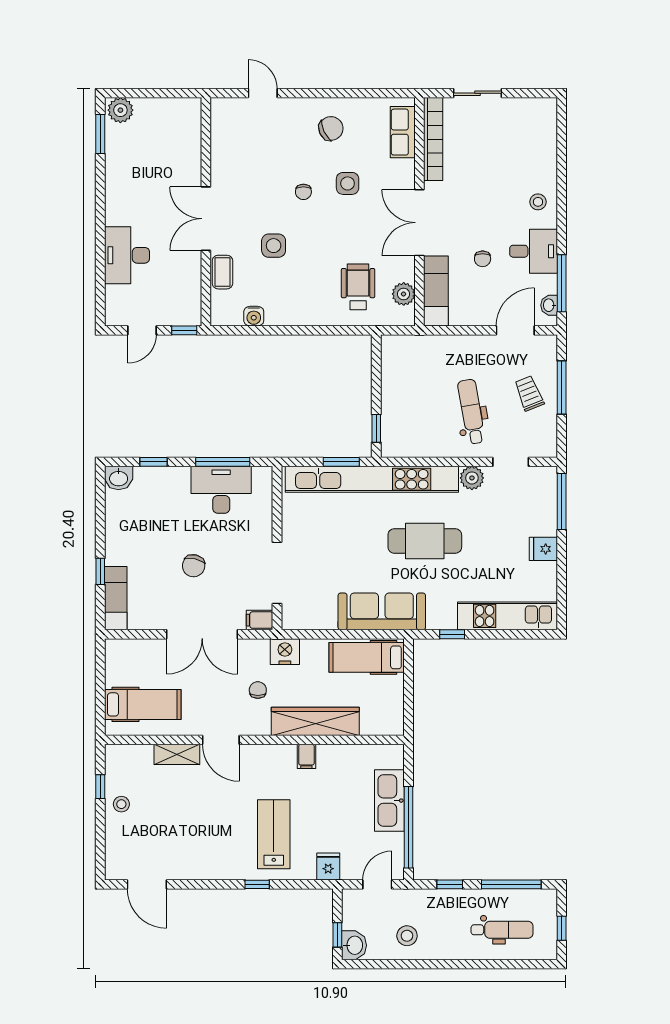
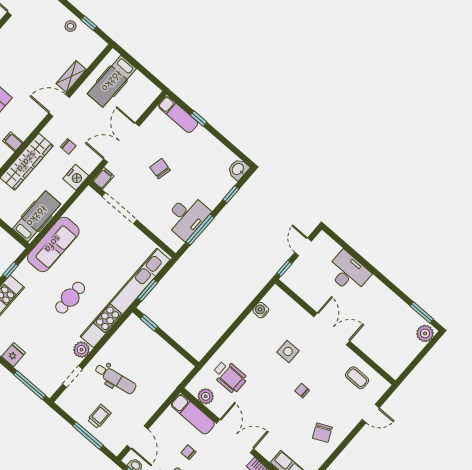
side table: (348, 183) -> (287, 417), removed
coffee table: (222, 272) -> (357, 378), moved
trolley: (529, 393) -> (99, 416), turned -68
cafe table: (425, 541) -> (70, 298), width x0.73, depth x0.74

